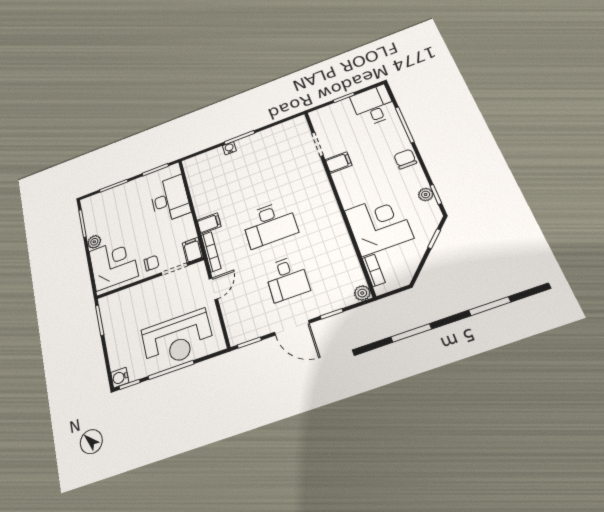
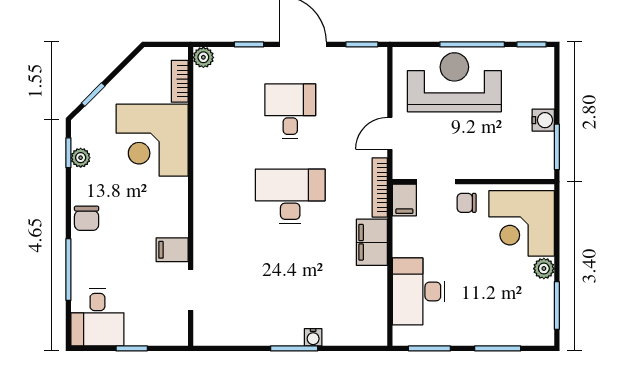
filing cabinet: (209, 223) -> (372, 242), width x2.00
water cooler: (120, 378) -> (543, 120), moved

